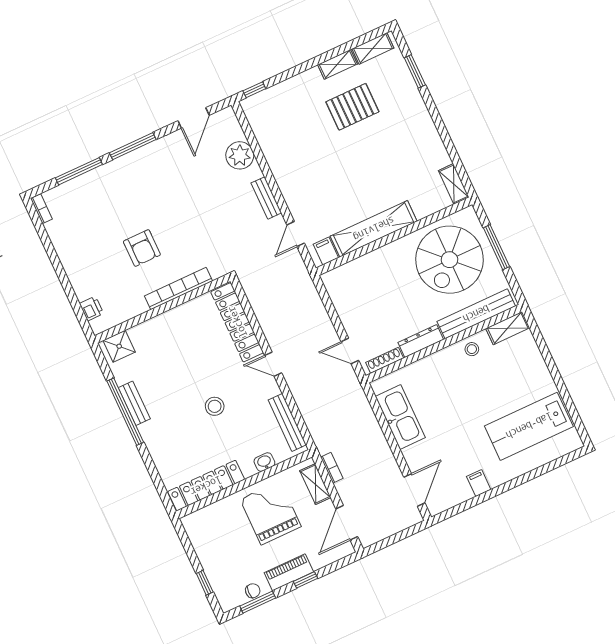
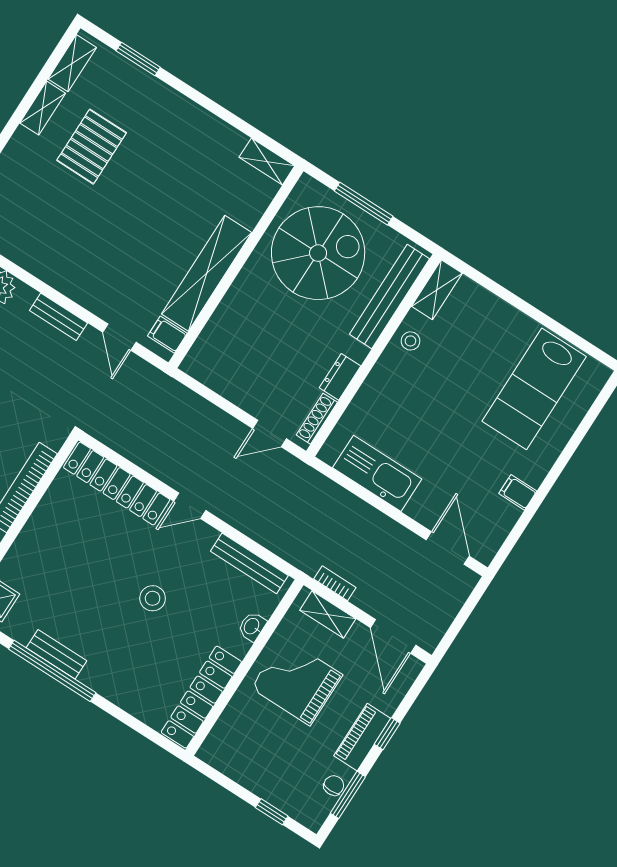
spiral stairs: (449, 260) -> (318, 253), turned -90
dresser: (421, 341) -> (340, 377), width x0.70

